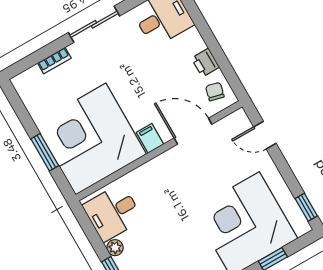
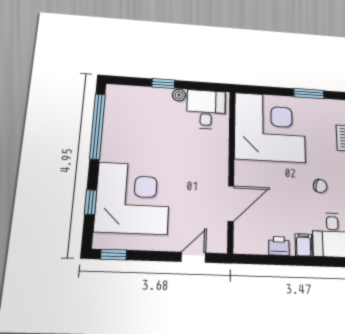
chair: (215, 92) -> (320, 186), moved
filing cabinet: (150, 138) -> (304, 245), moved, turned -90
window: (45, 152) -> (309, 94), moved

